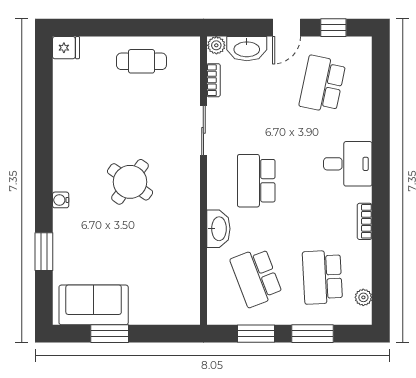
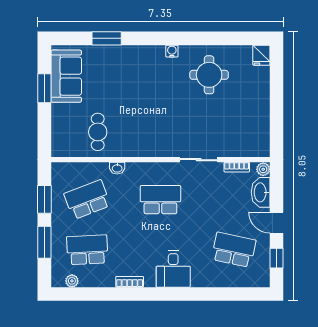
cafe table: (141, 61) -> (98, 132), moved
round table: (130, 182) -> (209, 75), moved, turned -36
water cooler: (61, 200) -> (172, 51), moved
washbasin: (218, 229) -> (117, 168), width x0.52, depth x0.69

